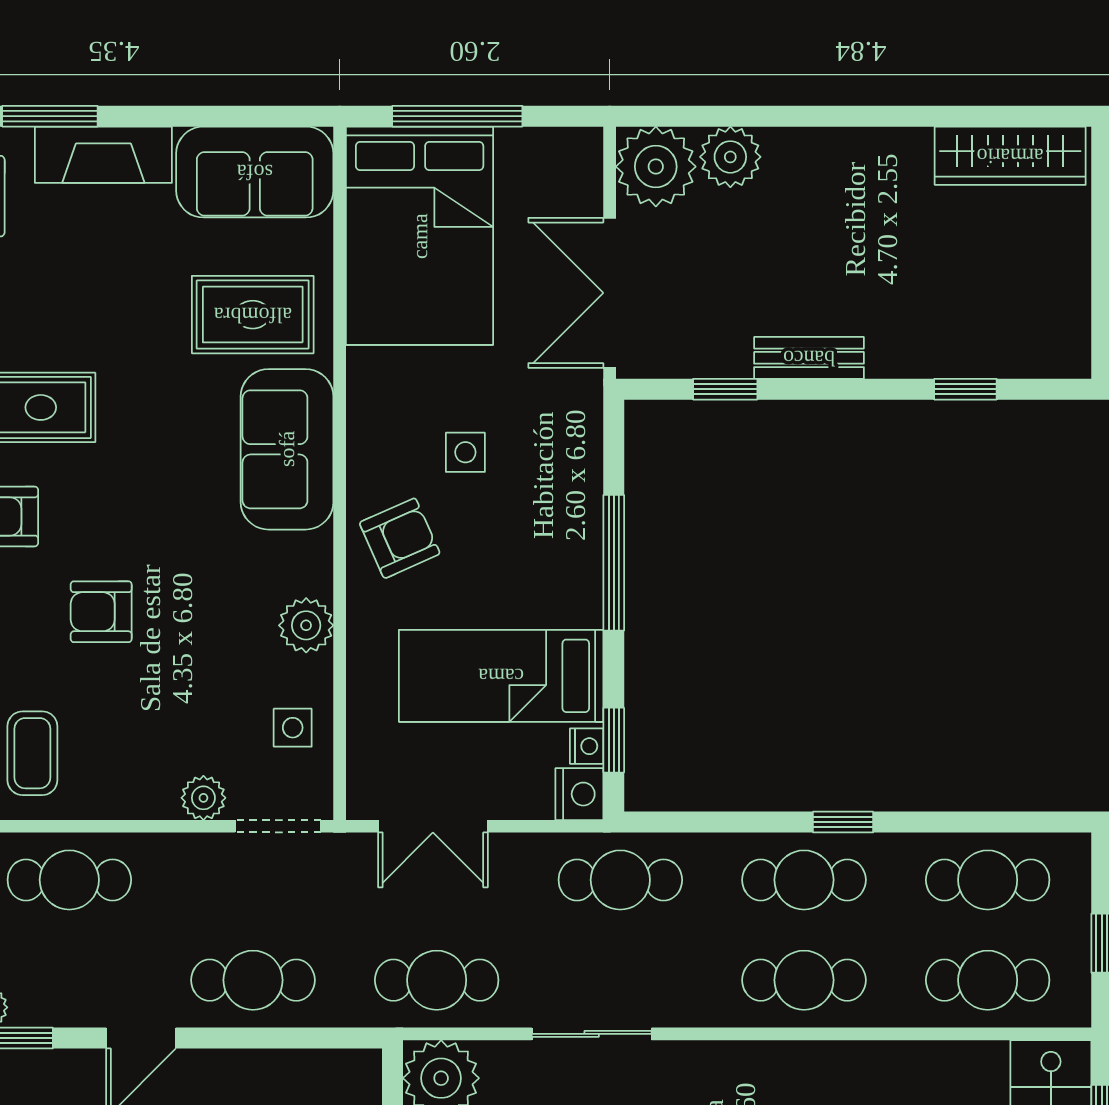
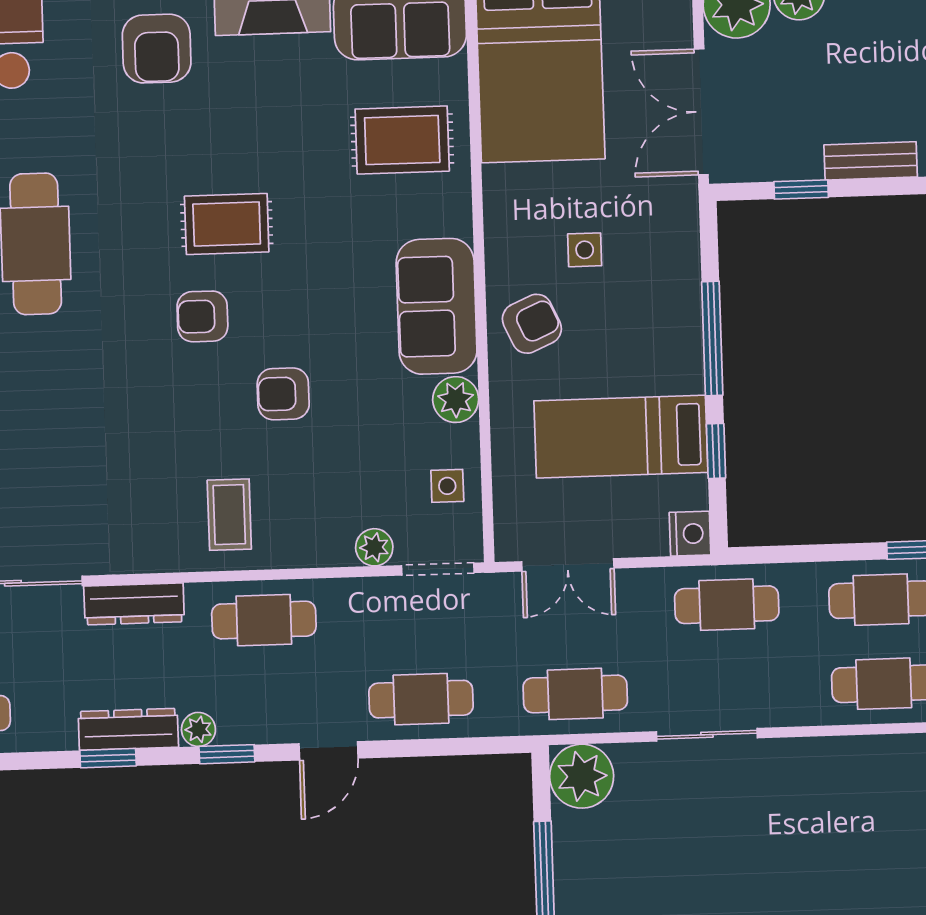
sofa: (287, 449) -> (437, 306), moved
window: (614, 740) -> (716, 451), moved
nightstand: (587, 746) -> (695, 493), removed

